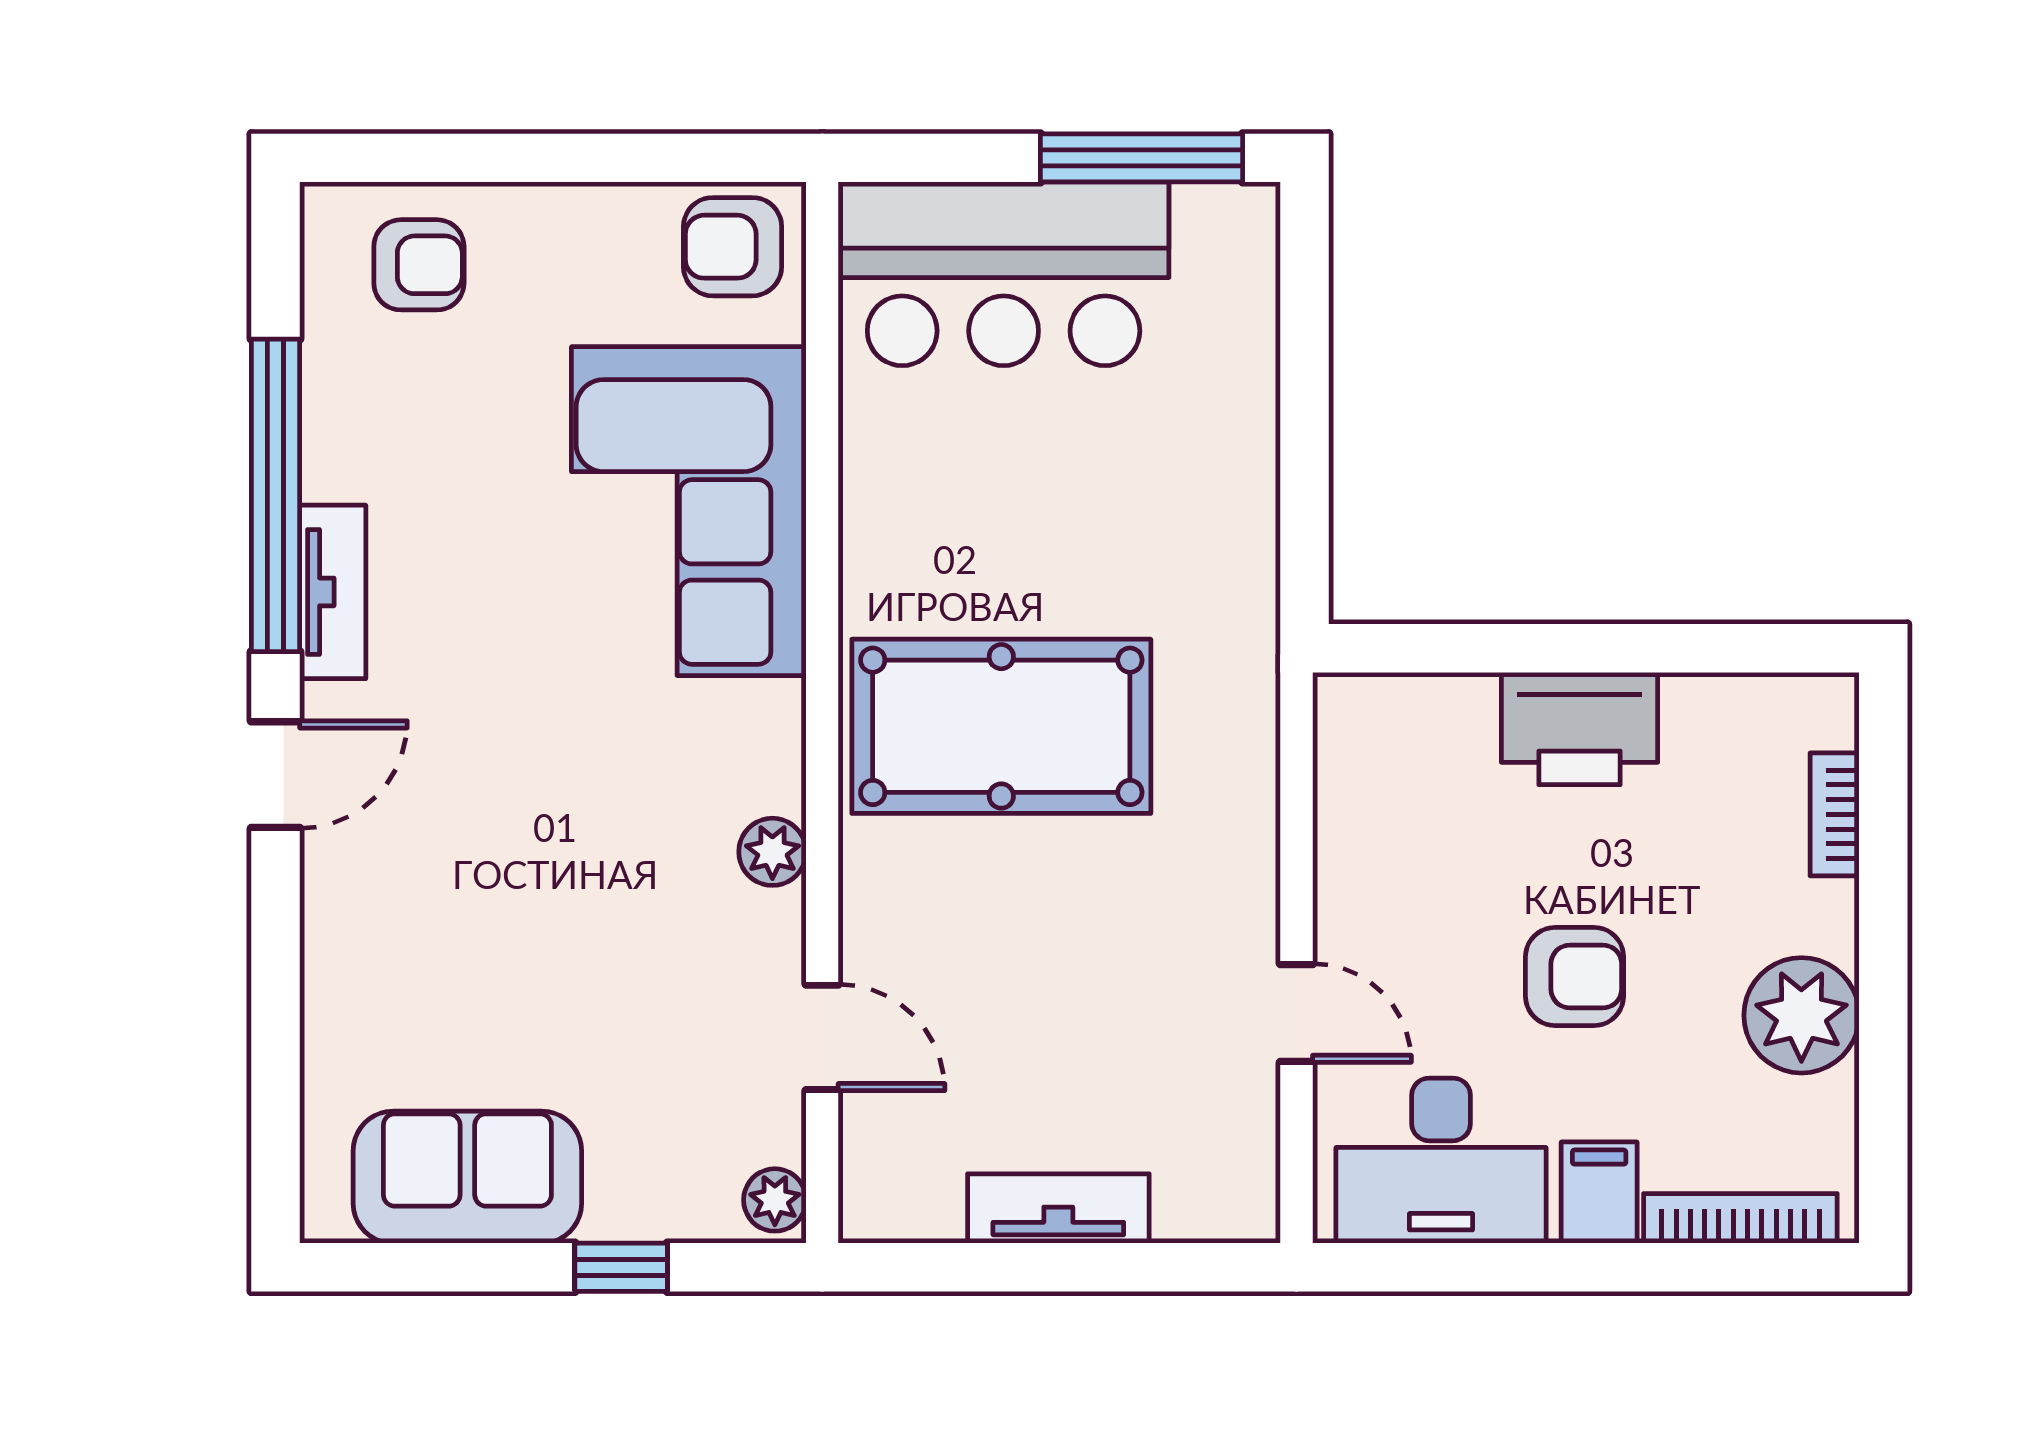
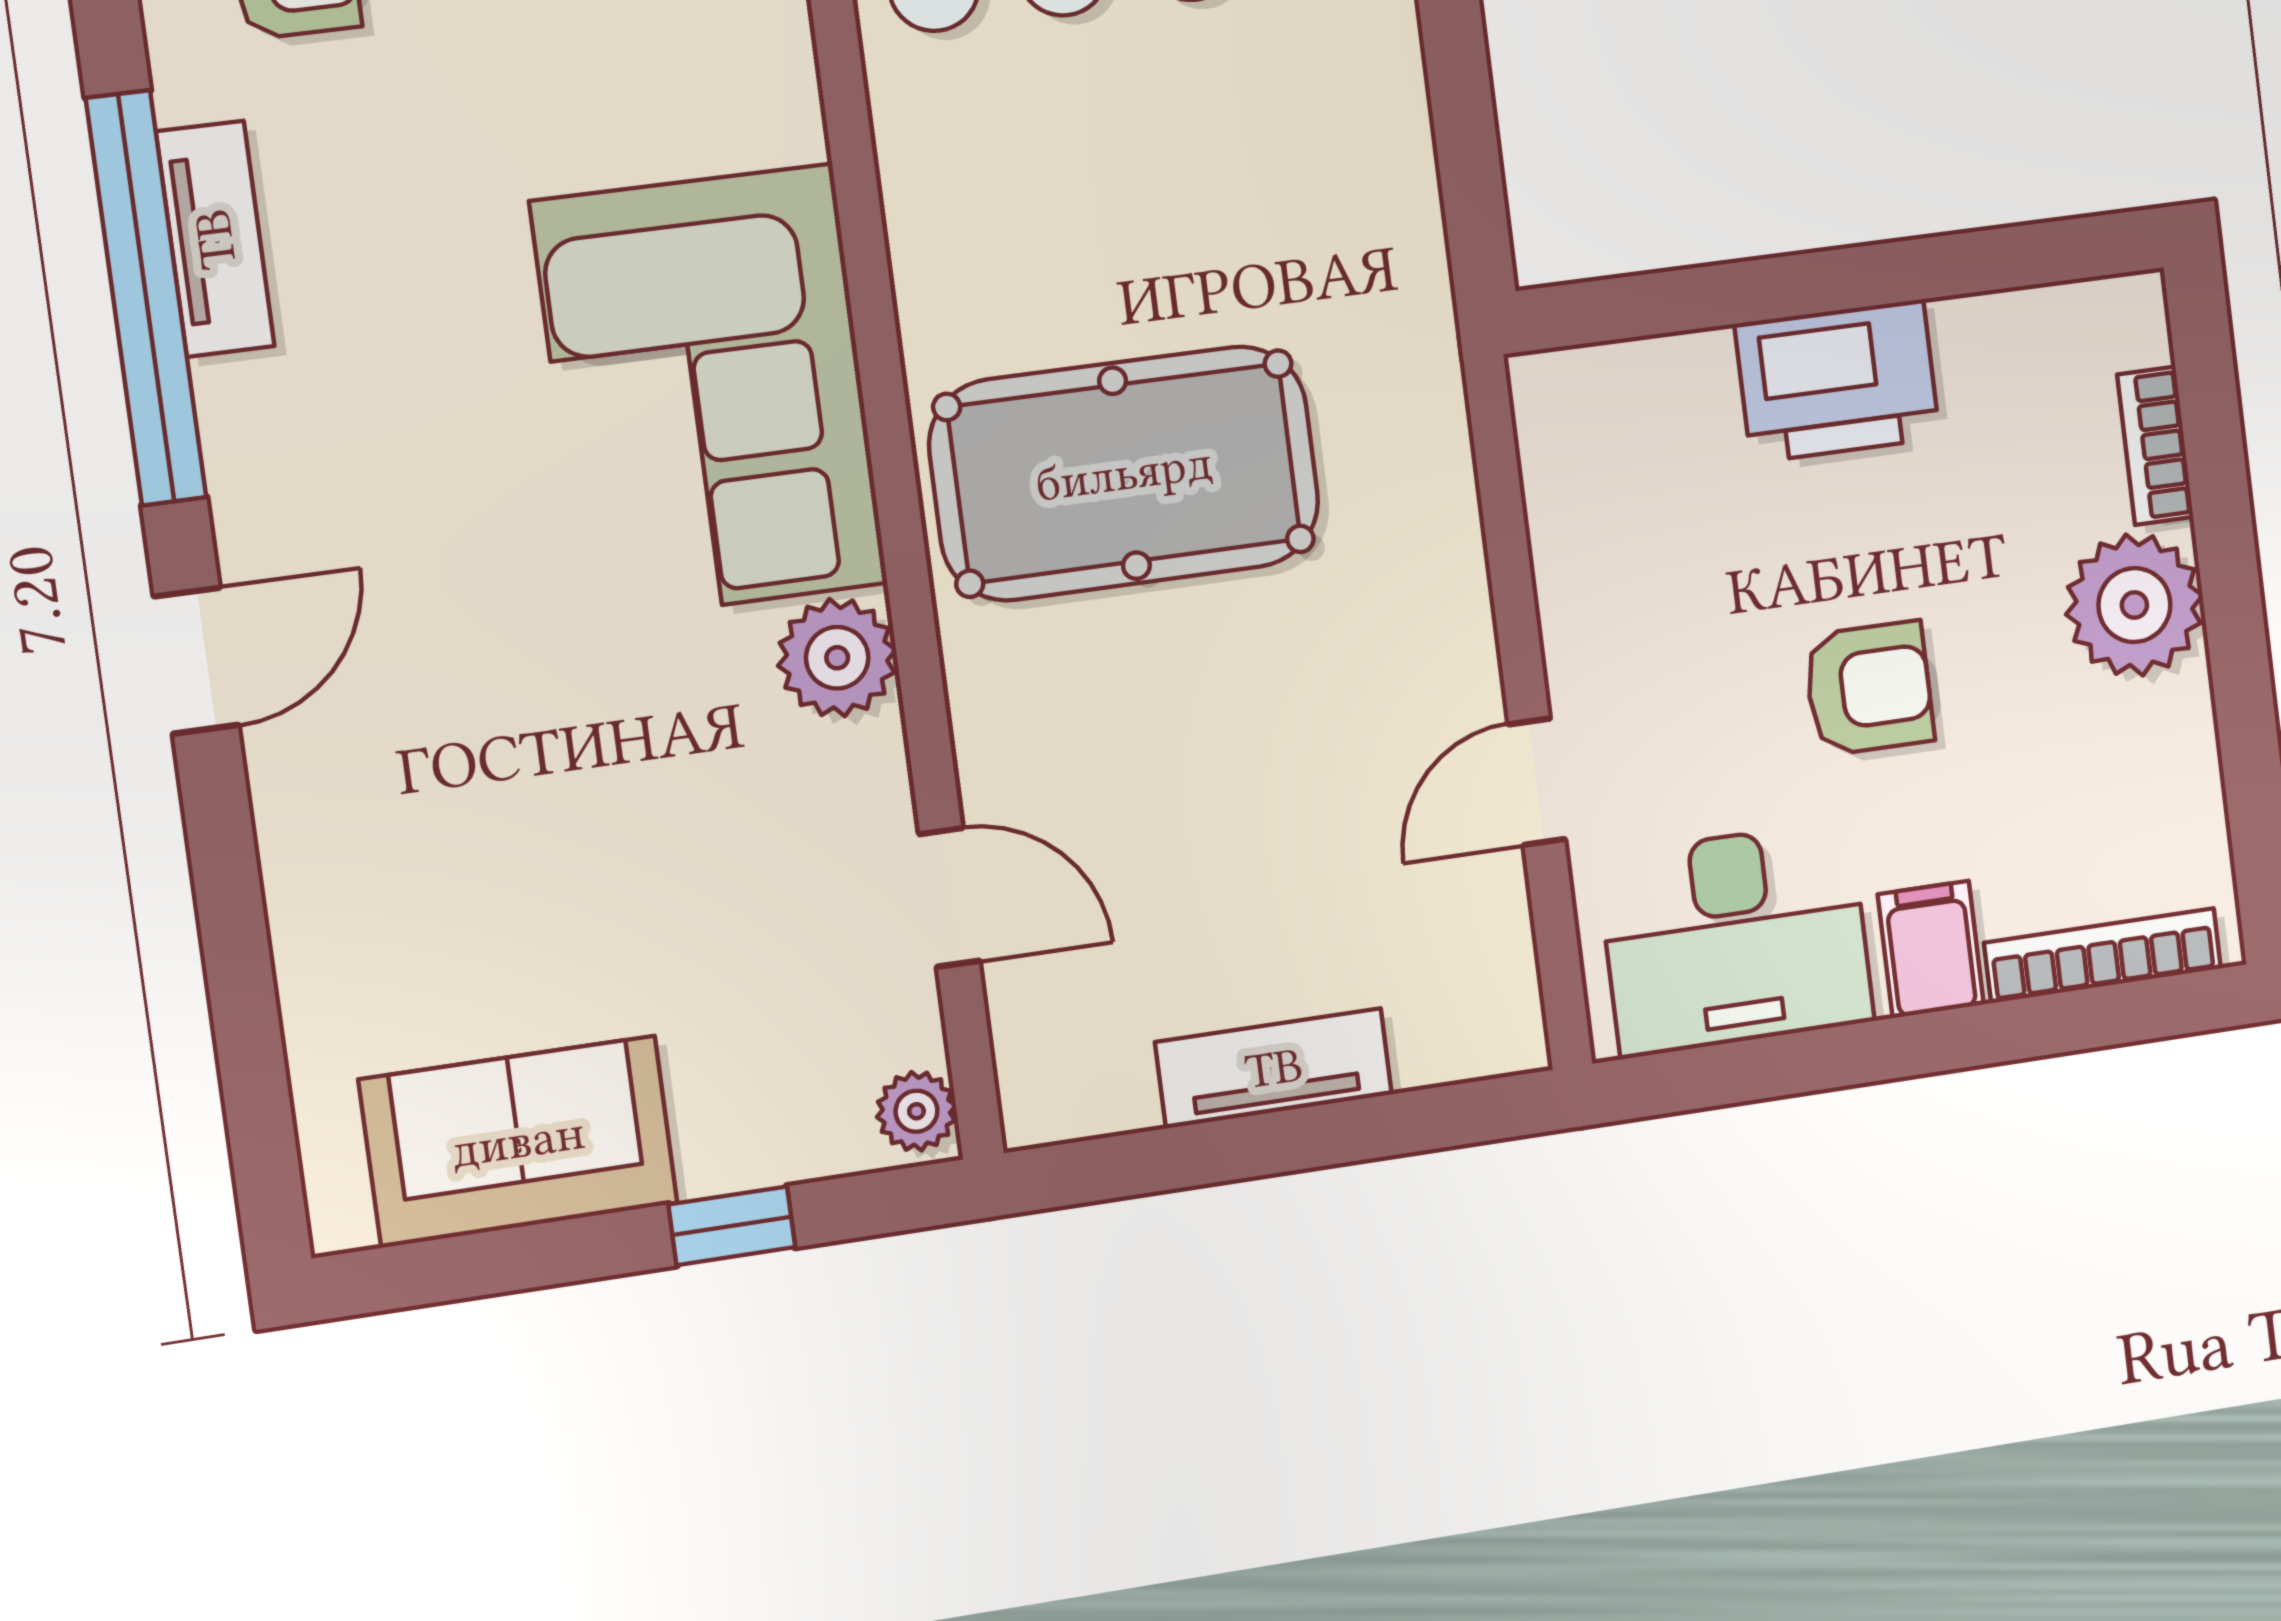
corner sofa: (689, 511) -> (709, 393), moved
tv unit: (333, 592) -> (215, 239), moved
plant: (772, 852) -> (837, 658), width x1.38, depth x1.38
door: (1296, 1013) -> (1537, 782), swing flipped
plant: (1801, 1015) -> (2134, 605), moved

